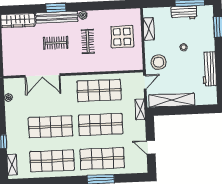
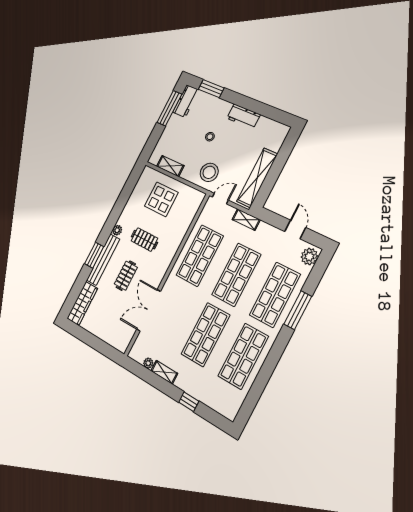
workbench: (184, 13) -> (186, 101), moved
workbench: (209, 69) -> (243, 116), width x0.73
double door: (43, 75) -> (149, 310), swing flipped
door: (145, 82) -> (220, 199), hinge flipped
door: (151, 147) -> (295, 229), swing flipped
shelving: (12, 165) -> (164, 372), moved
plant: (138, 167) -> (309, 257), added

